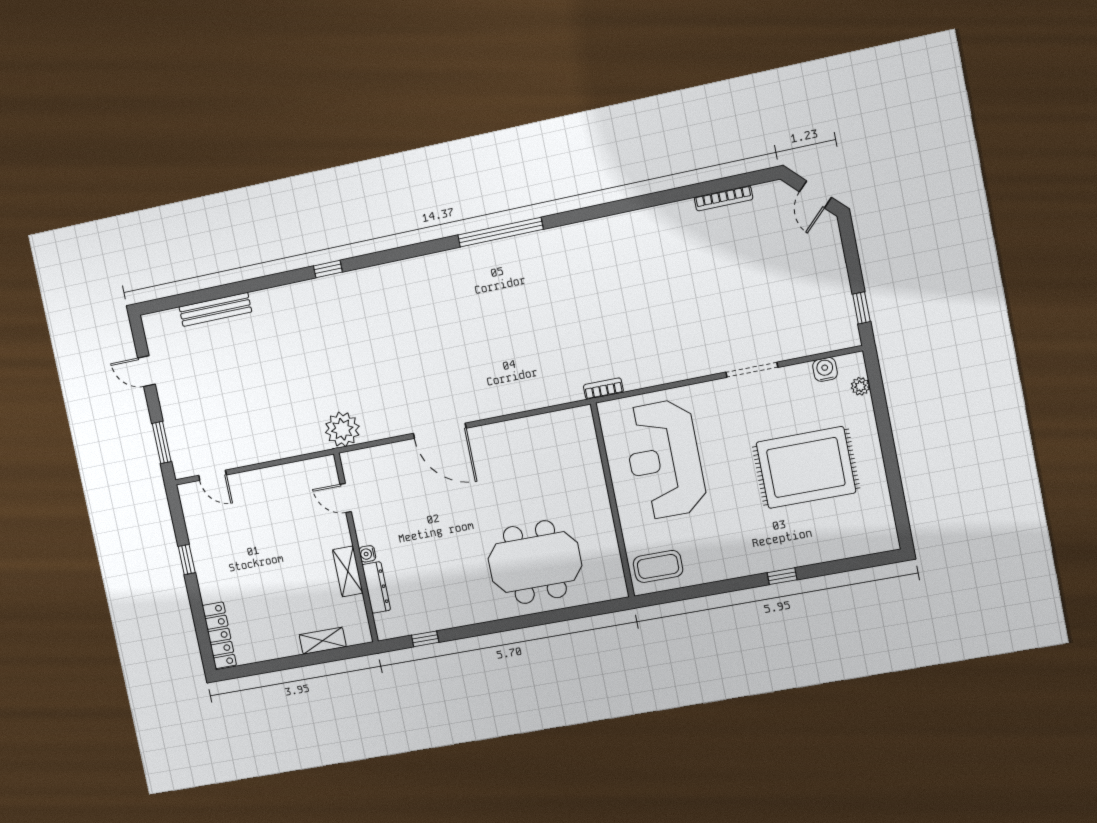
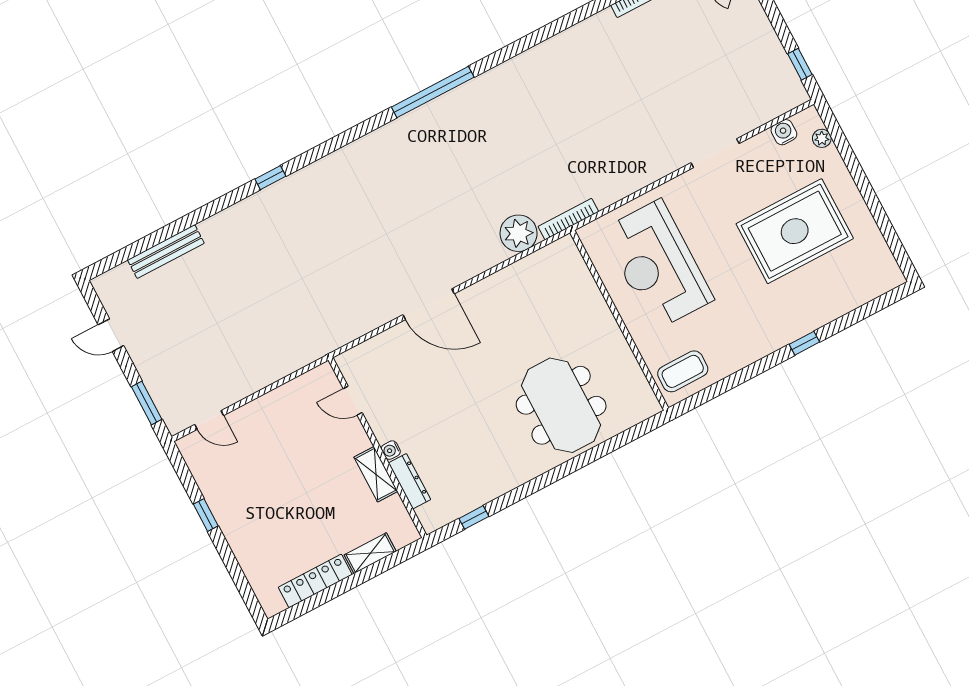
bookcase: (603, 389) -> (568, 219), width x1.56
plant: (342, 429) -> (519, 233), moved
meeting table: (535, 562) -> (561, 405), turned 90
locker: (219, 635) -> (315, 581), moved, turned -90

